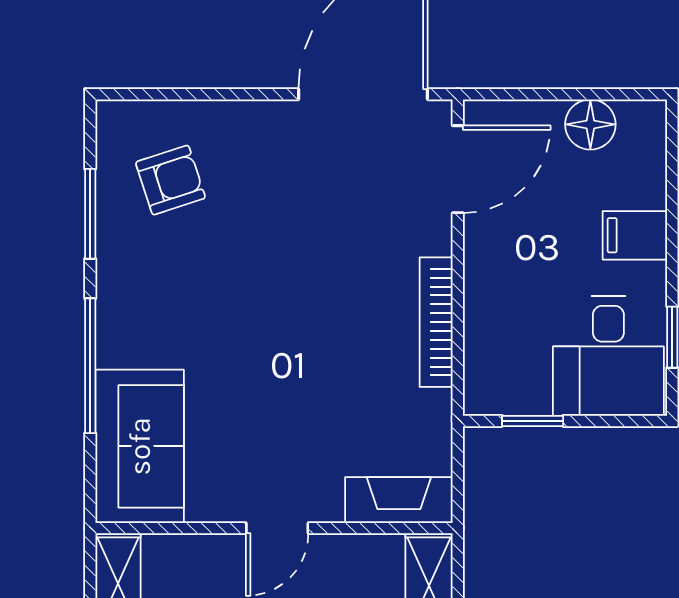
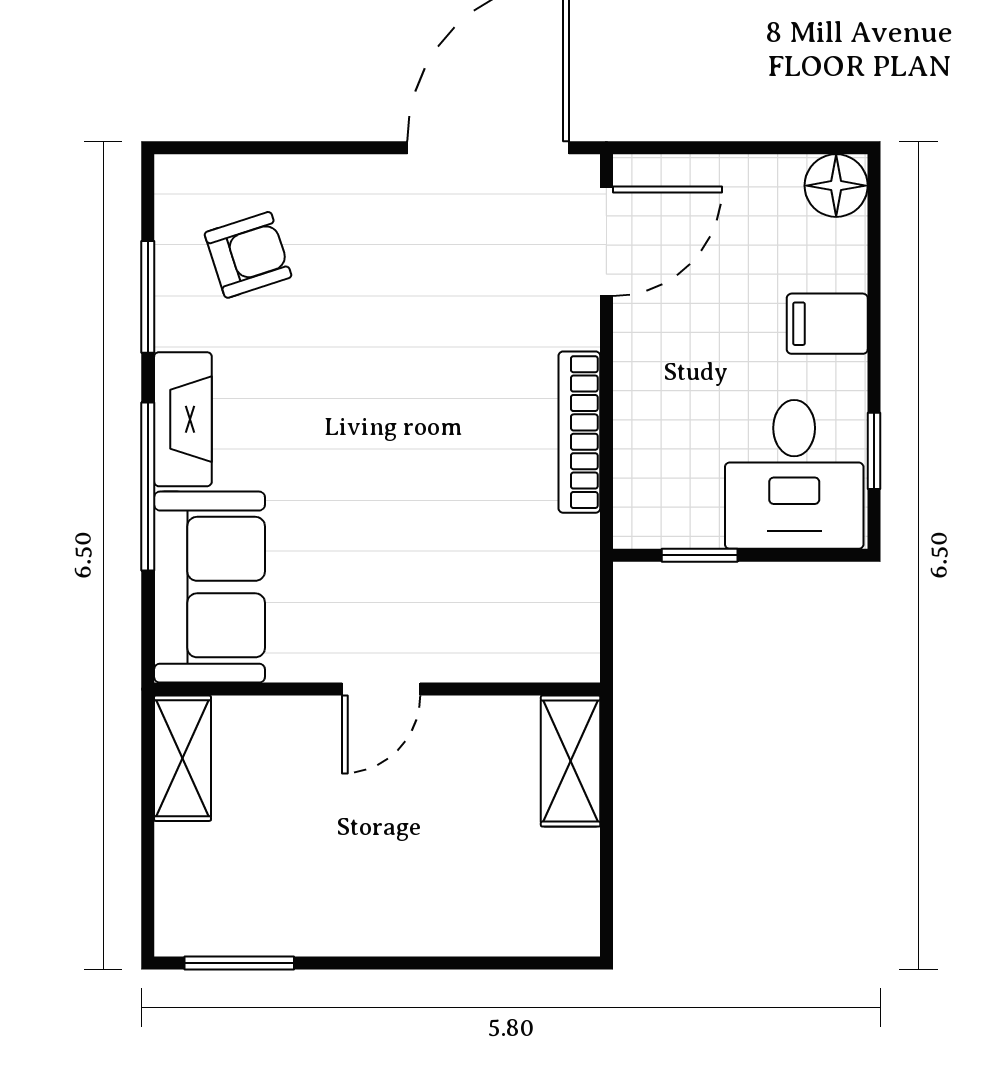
floor lamp: (590, 124) -> (836, 186), moved
fireplace: (399, 500) -> (183, 419), moved, turned 90

